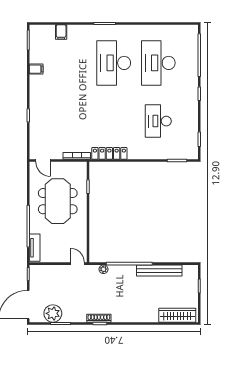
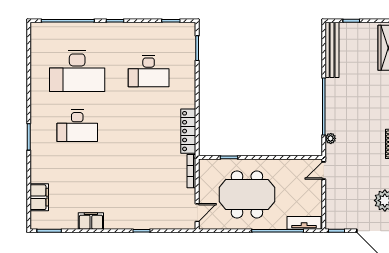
filing cabinet: (61, 32) -> (39, 197), width x2.00
desk: (114, 63) -> (77, 126), width x0.73, depth x0.77
filing cabinet: (36, 69) -> (91, 221), width x2.00
bench: (159, 270) -> (332, 50), moved

